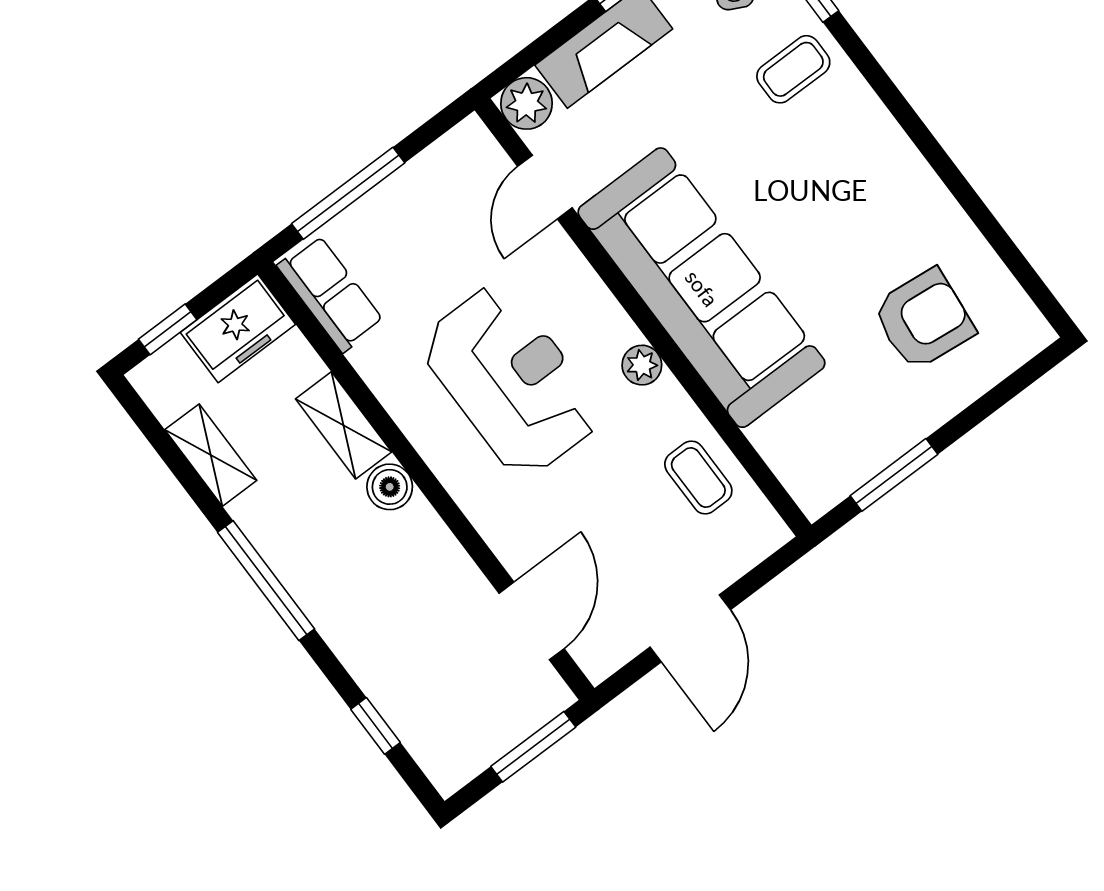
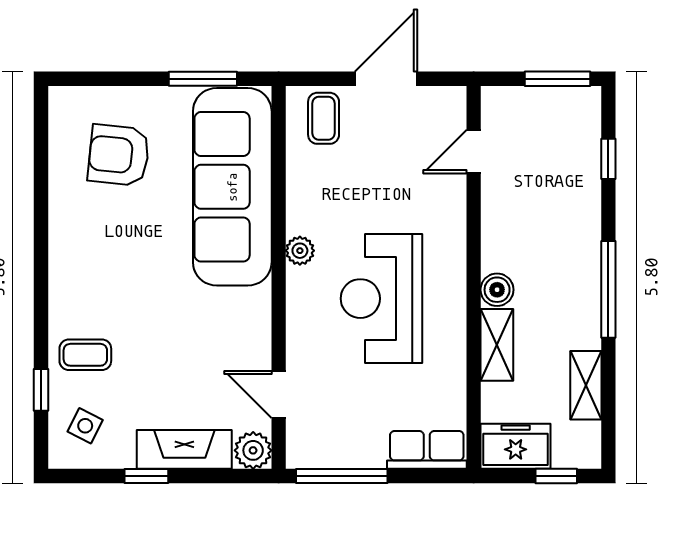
door: (545, 187) -> (279, 395), swing flipped
window: (348, 193) -> (342, 476), moved
sofa: (702, 288) -> (232, 187), moved
row of seats: (330, 294) -> (427, 450), moved, turned 90
coffee table: (698, 477) -> (324, 118), moved
door: (532, 621) -> (474, 152), width x0.73
window: (533, 747) -> (558, 79), moved

